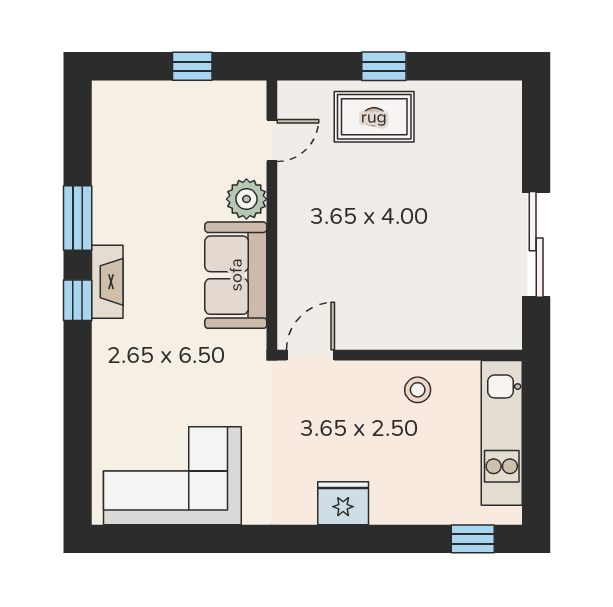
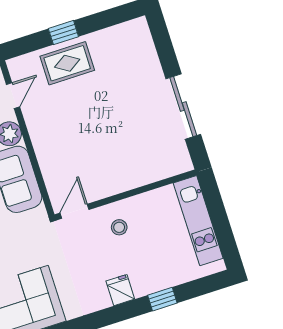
stool: (418, 390) -> (119, 227), moved
fridge: (343, 503) -> (120, 290), width x0.72
window: (473, 539) -> (162, 299), moved

